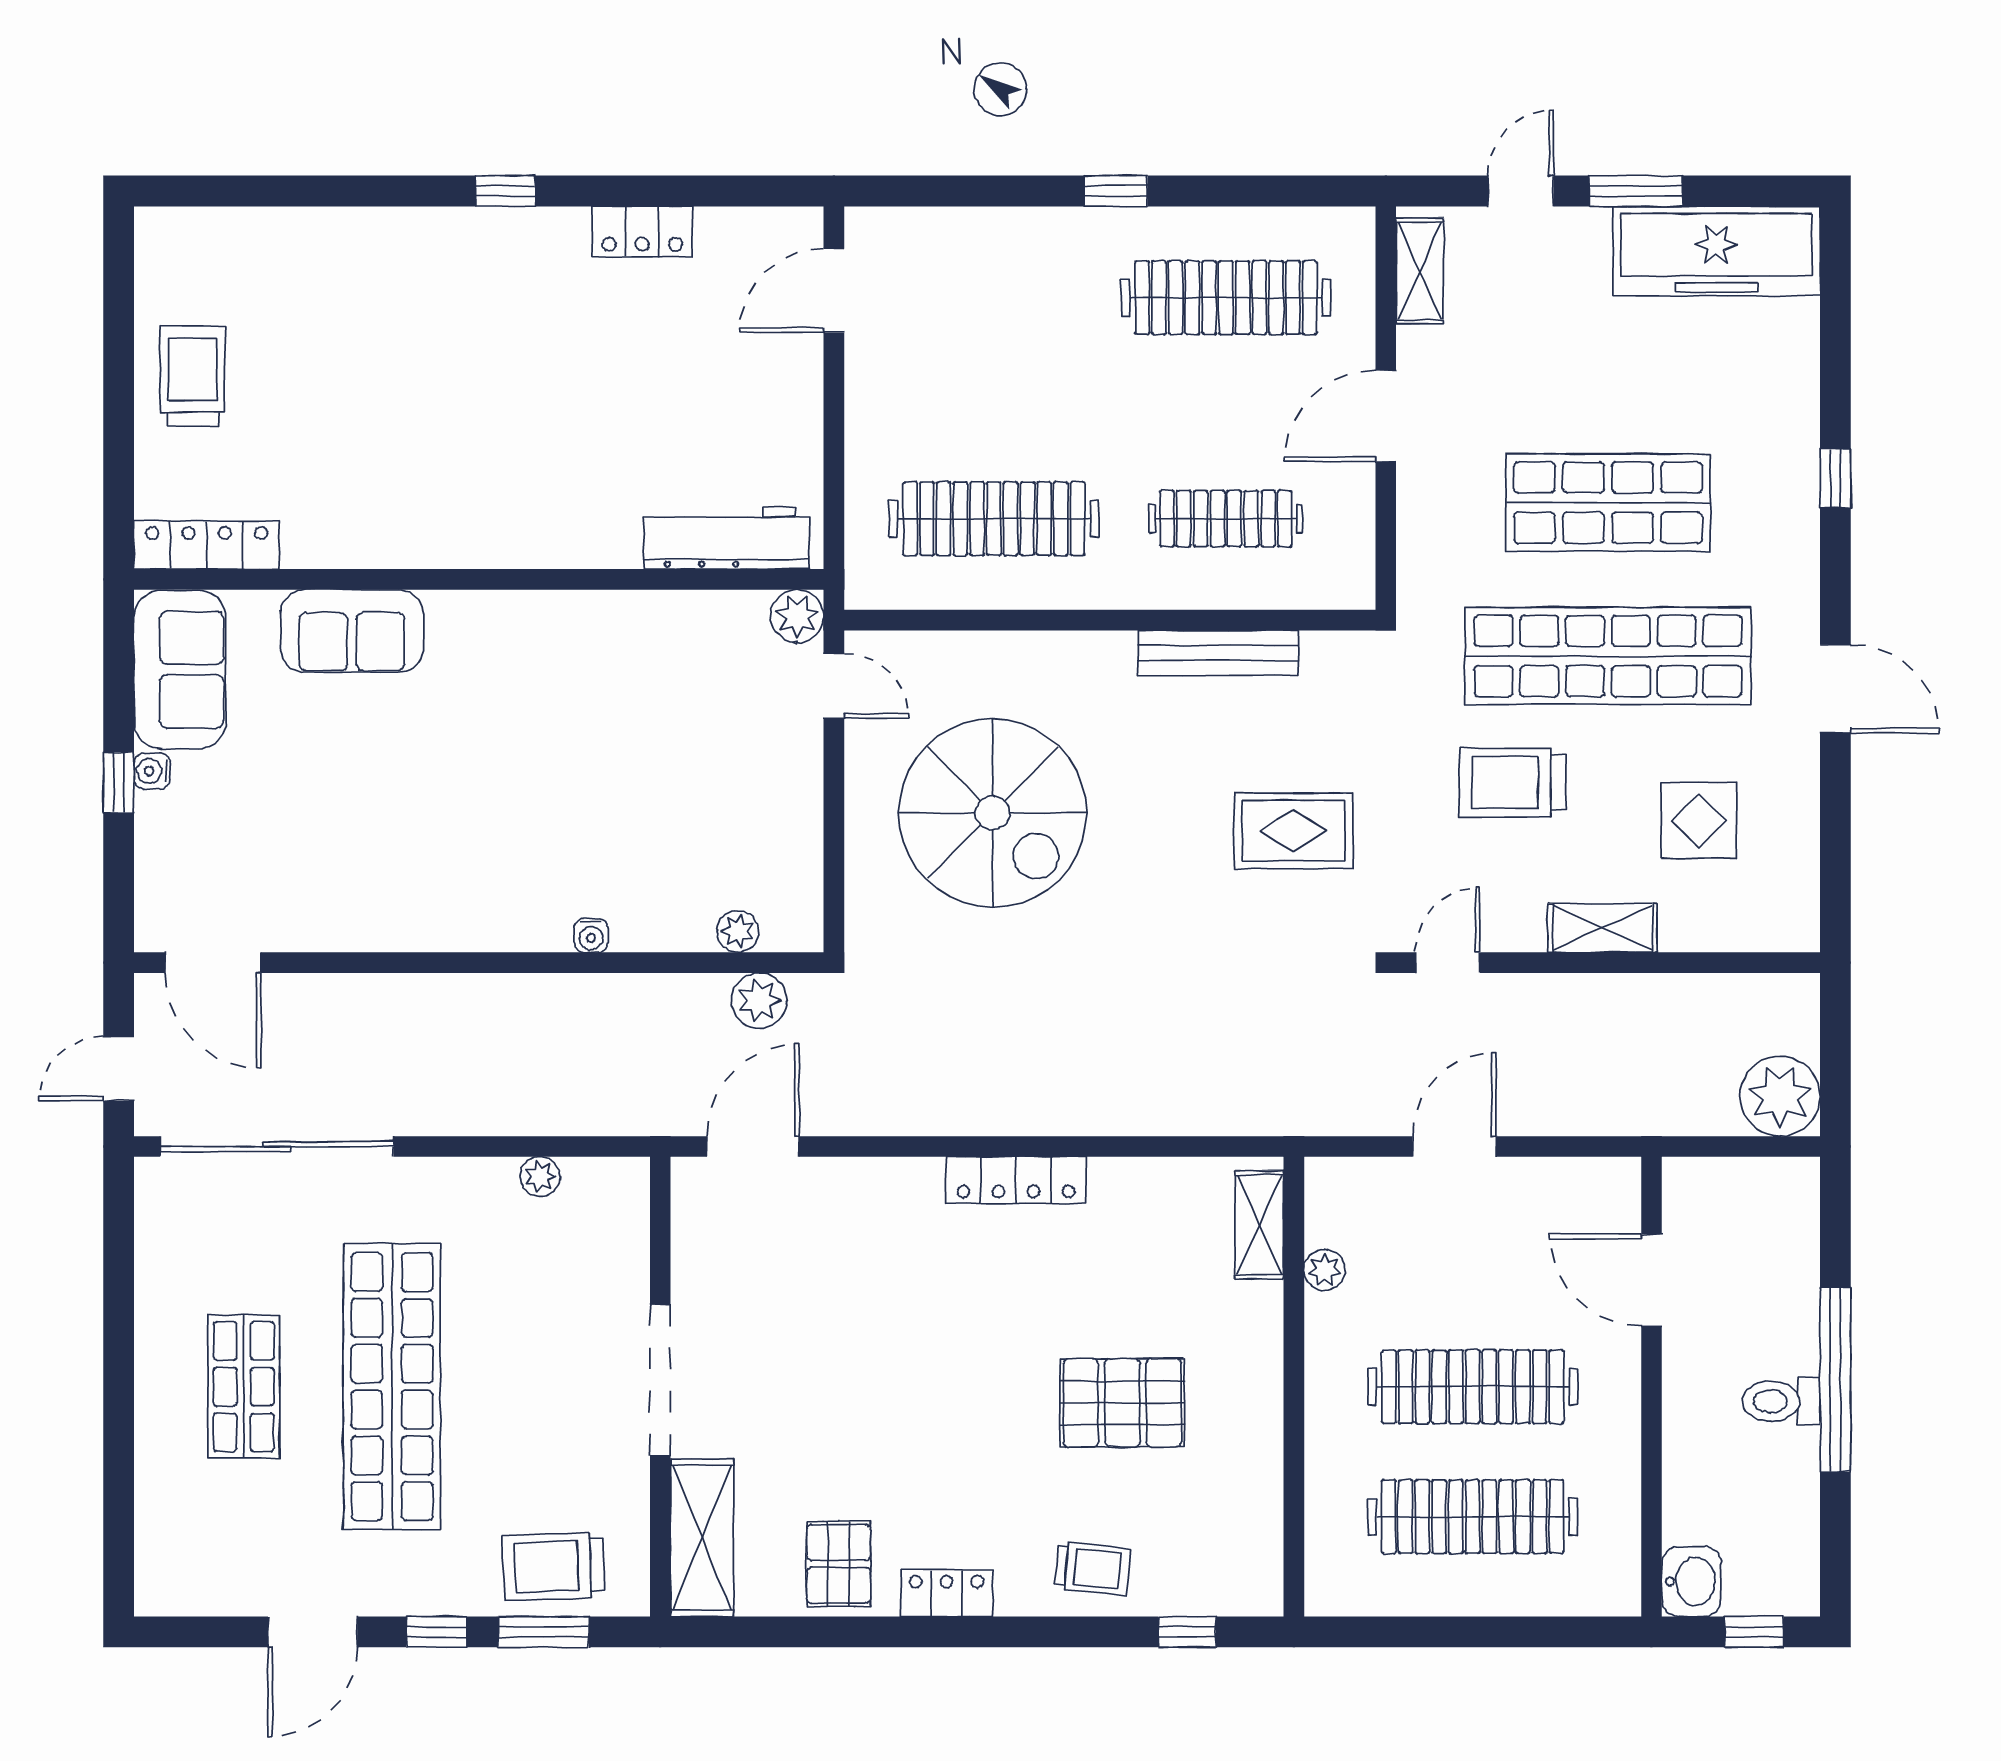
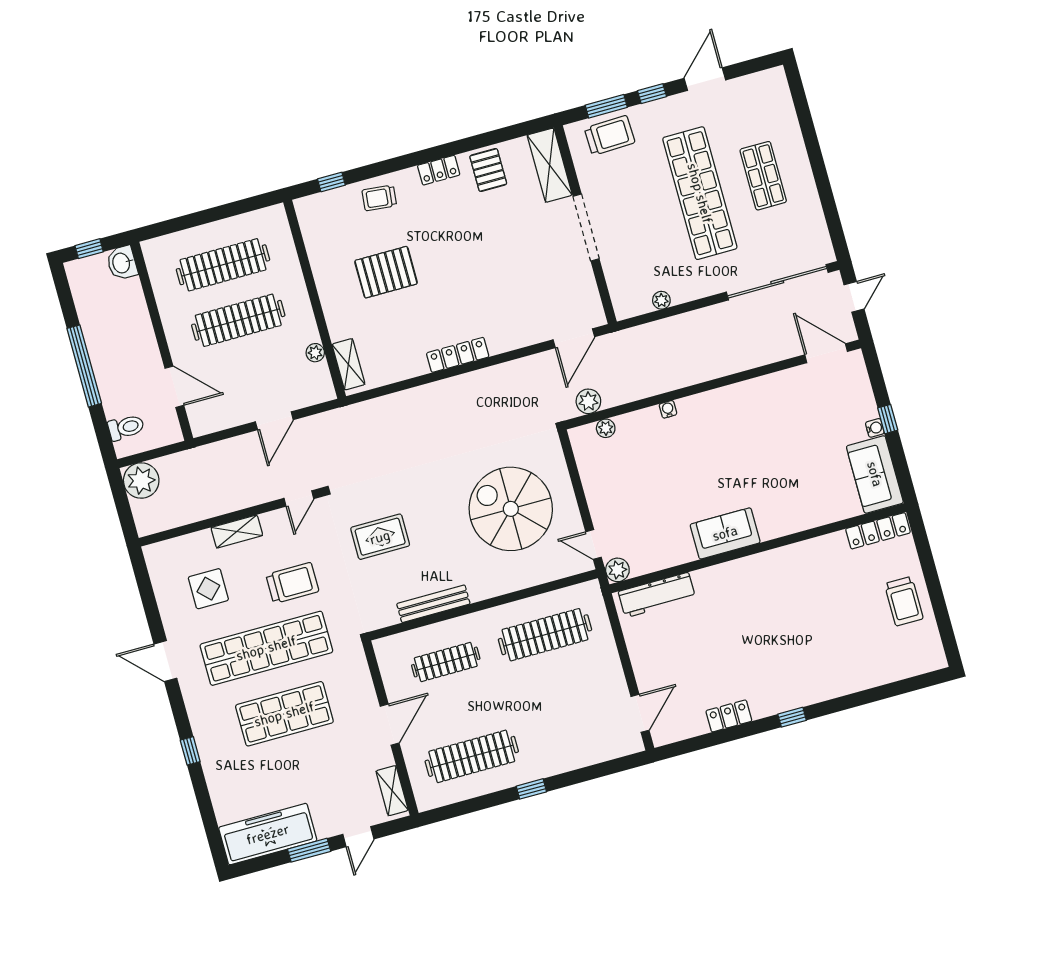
sofa: (352, 631) -> (725, 533), moved
toilet: (1781, 1401) -> (126, 427), moved

